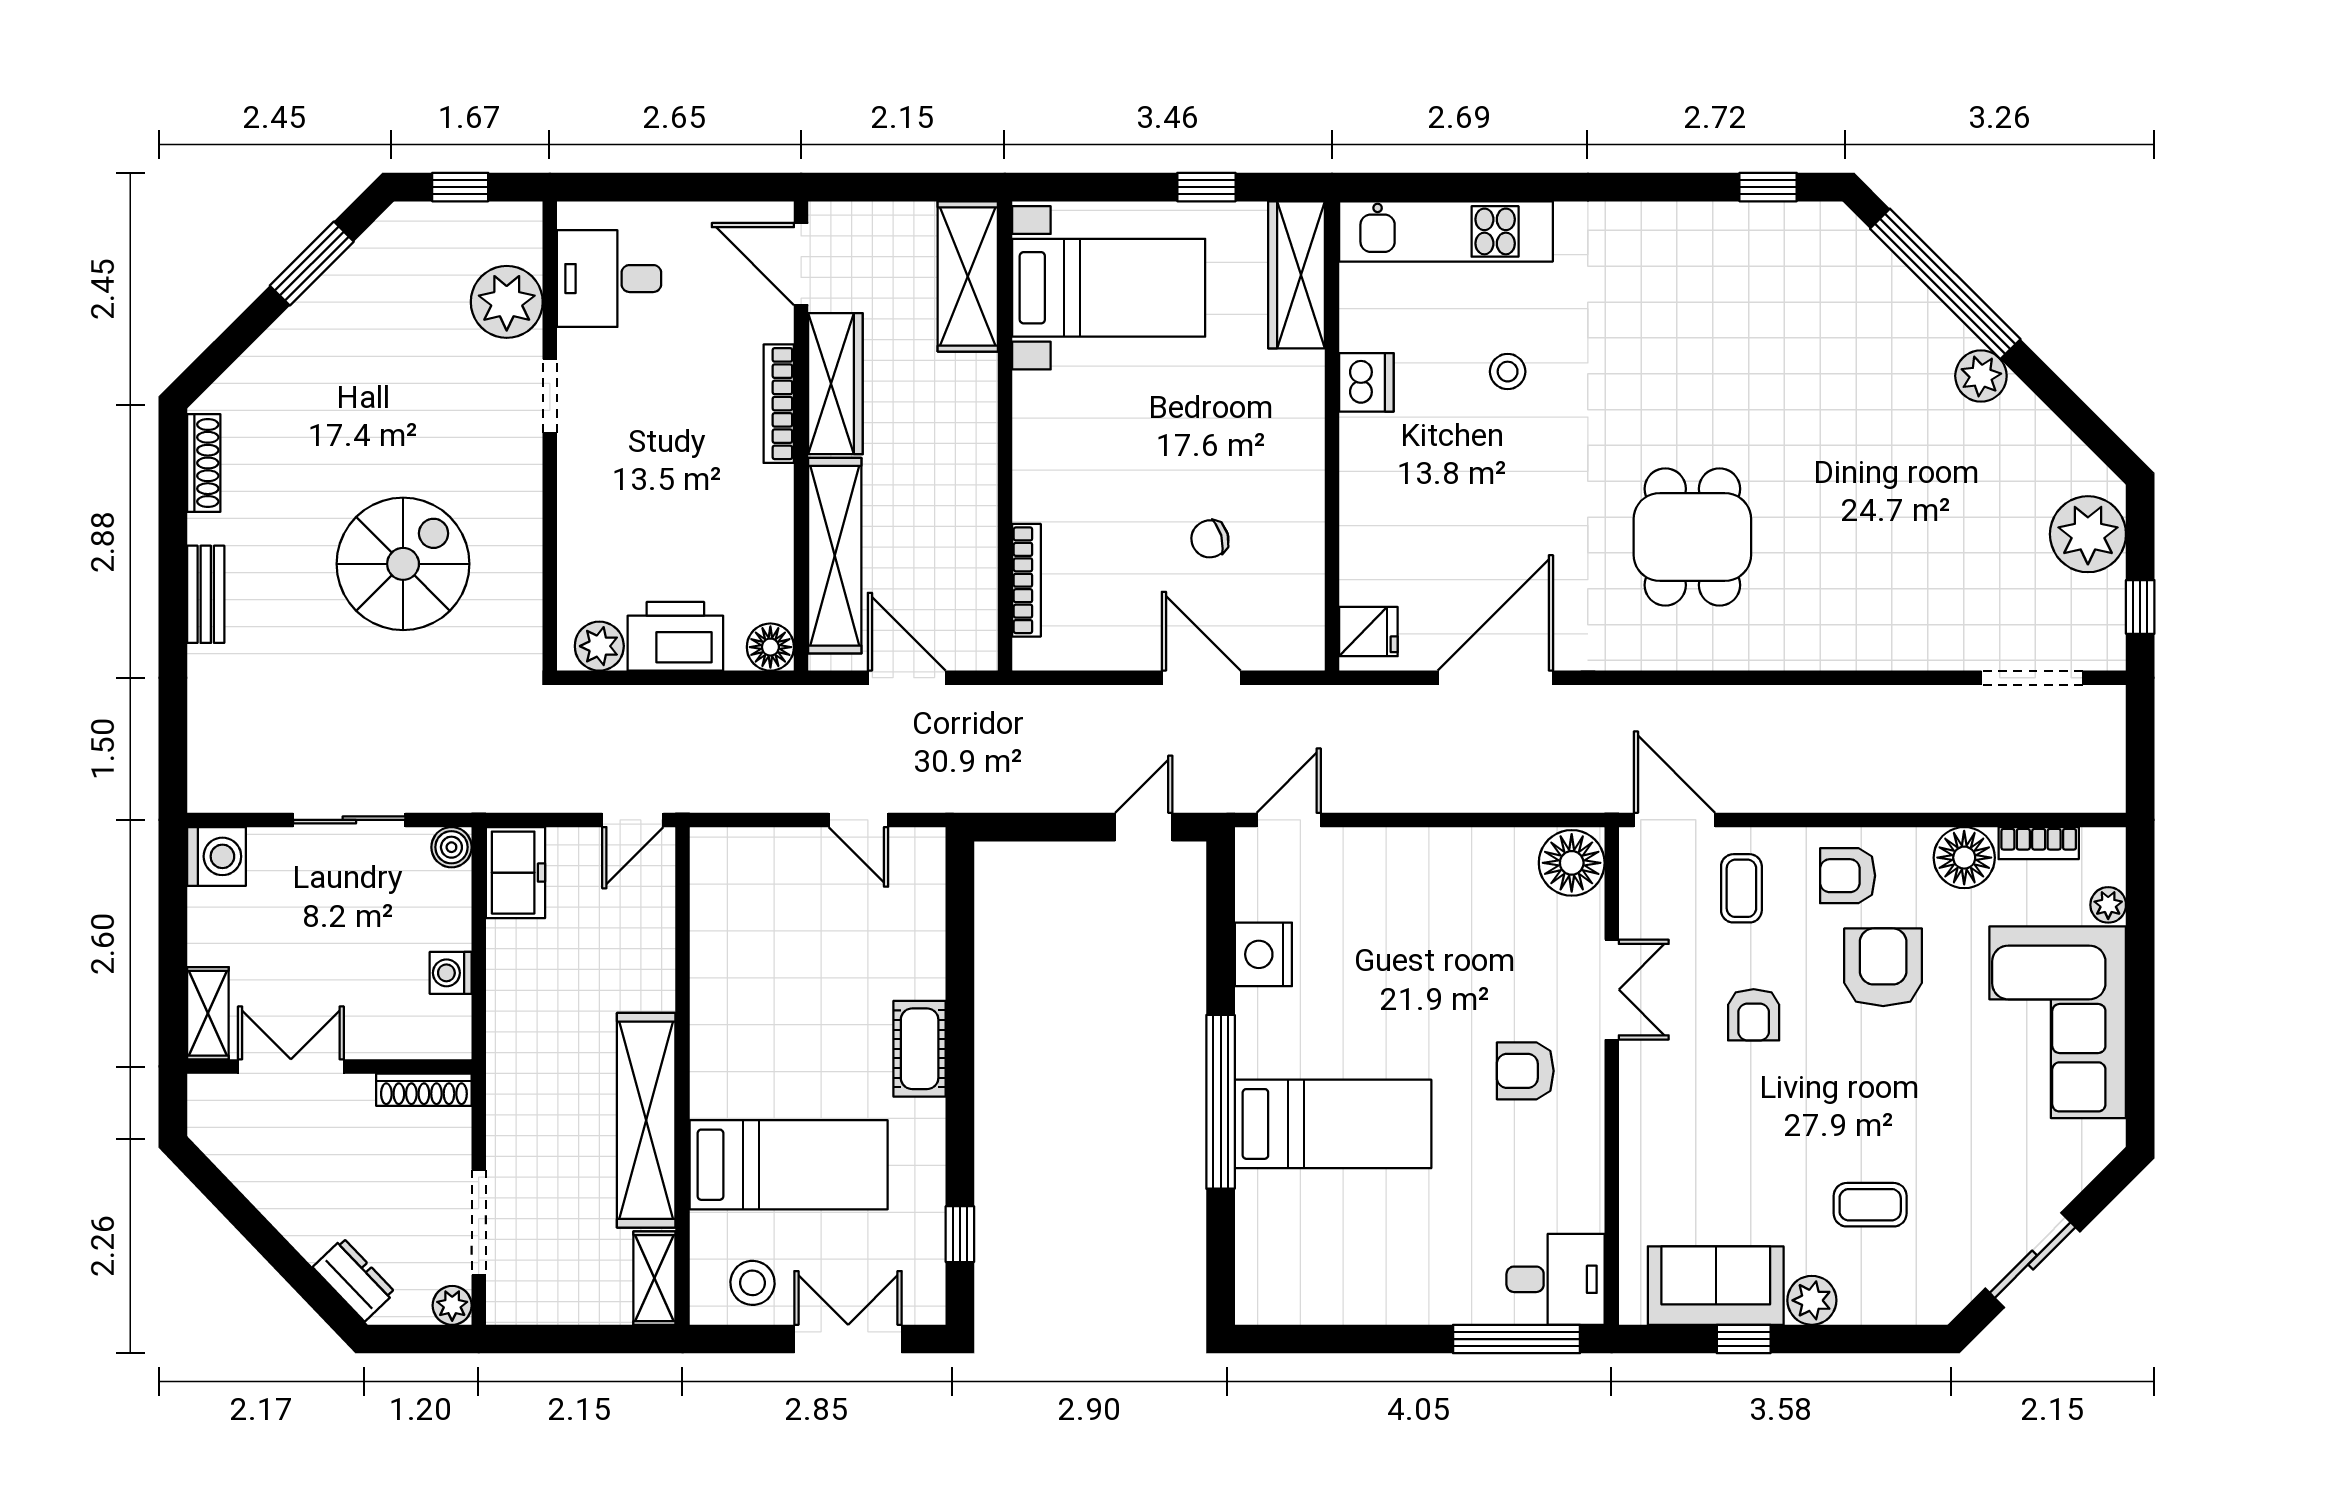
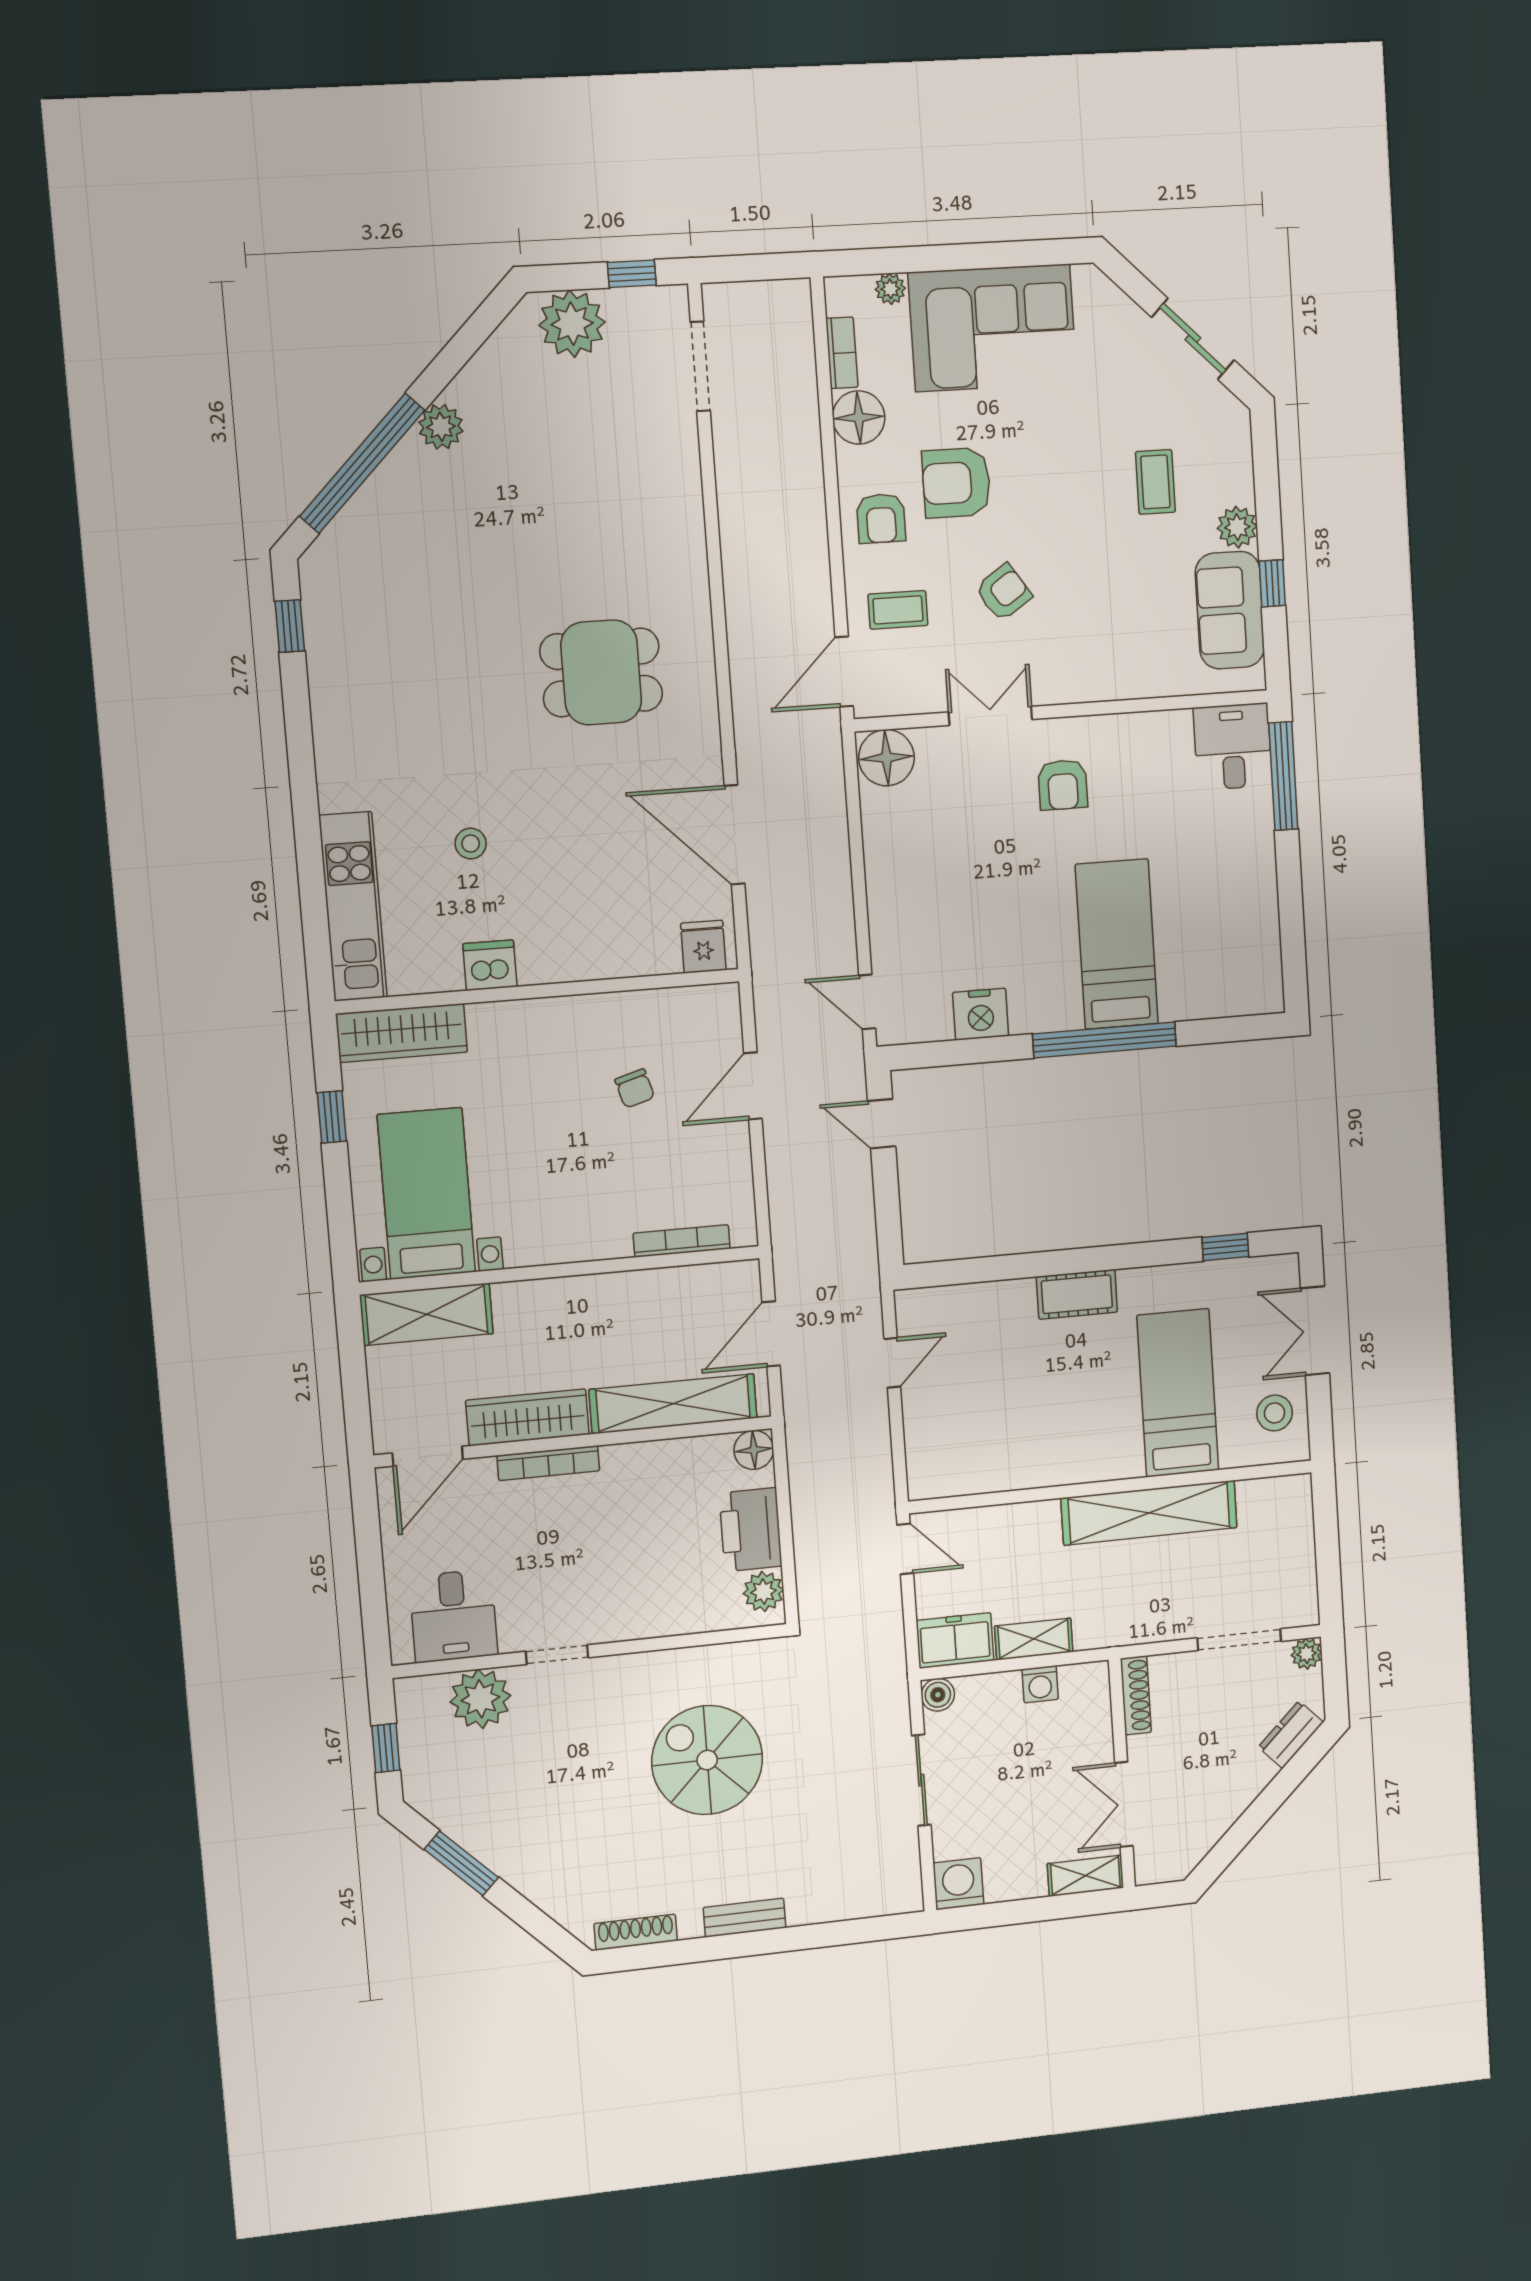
armchair: (1754, 1015) -> (1004, 592), turned -34
shelving: (654, 1278) -> (1034, 1639), moved

